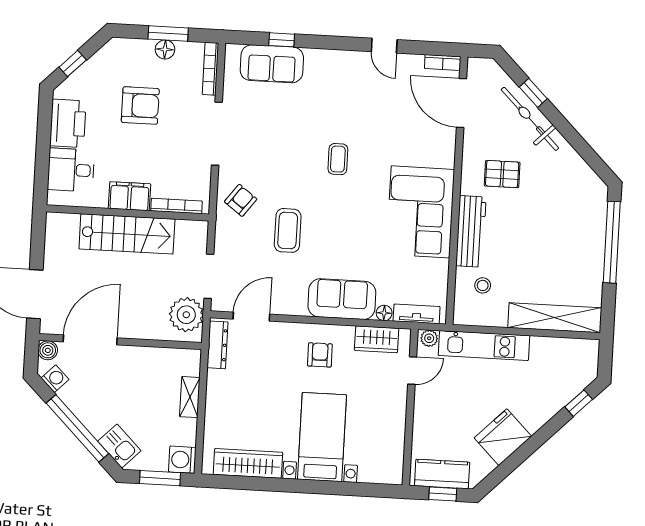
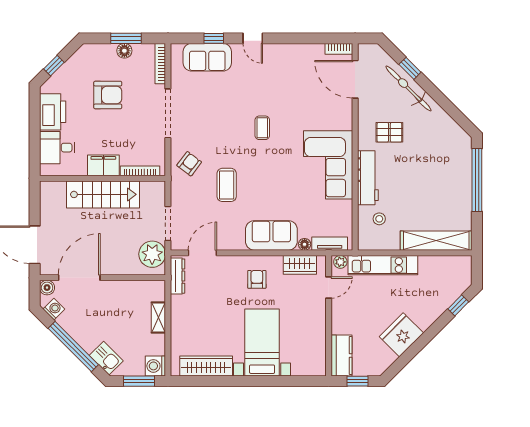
door: (384, 46) -> (253, 38), moved
kitchen counter: (442, 474) -> (341, 356), moved, turned 90

